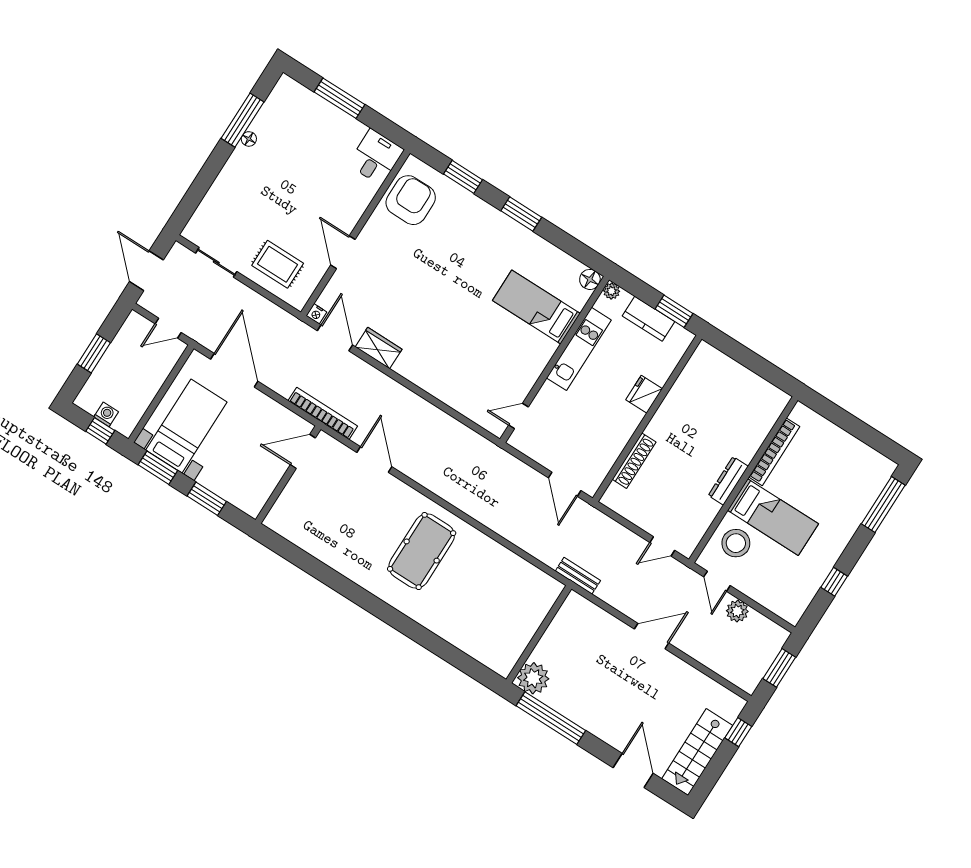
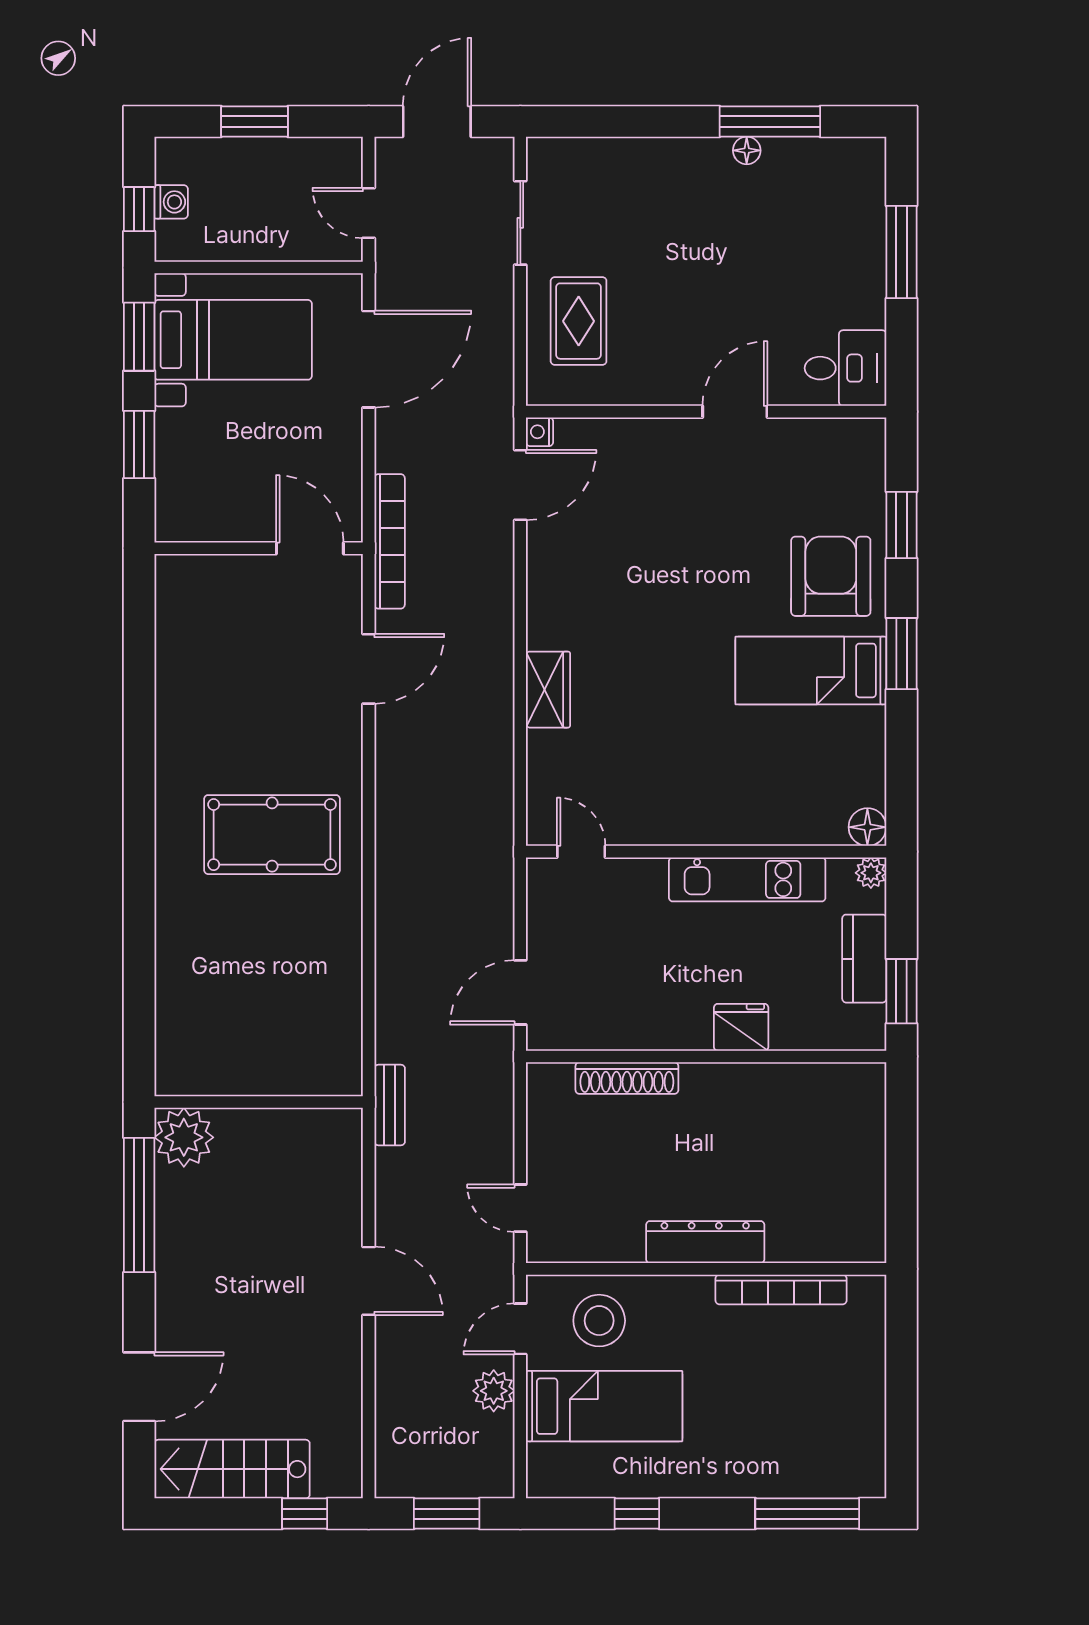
armchair: (411, 200) -> (831, 576), moved, turned -90
door: (343, 252) -> (735, 412), moved
bed: (536, 307) -> (811, 670), moved, turned -90
wardrobe: (379, 348) -> (548, 690), moved
dresser: (728, 481) -> (705, 1242), width x1.37, depth x1.24
bed: (773, 517) -> (604, 1406), moved, turned -90

